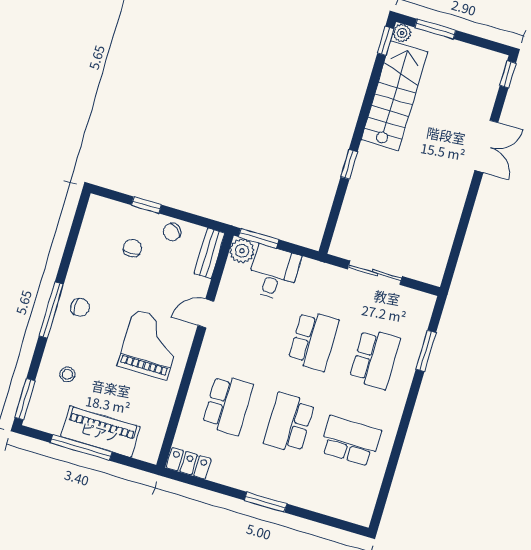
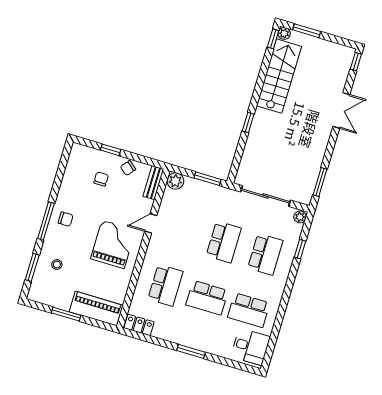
window: (259, 238) -> (208, 179), moved
window: (455, 252) -> (320, 182), added
desk: (274, 273) -> (250, 347), moved, turned 90
sliding door: (375, 273) -> (266, 196), width x1.37
plant: (426, 303) -> (300, 217), added
window: (426, 351) -> (300, 249), width x0.67
window: (25, 399) -> (32, 267), moved
school desk: (289, 423) -> (207, 298), turned -90
piano: (100, 432) -> (96, 309), moved
school desk: (350, 441) -> (249, 310), turned 180
window: (81, 447) -> (66, 314), width x0.69

